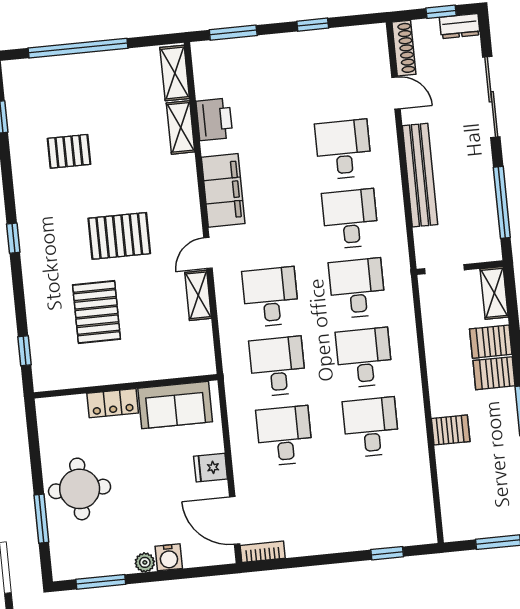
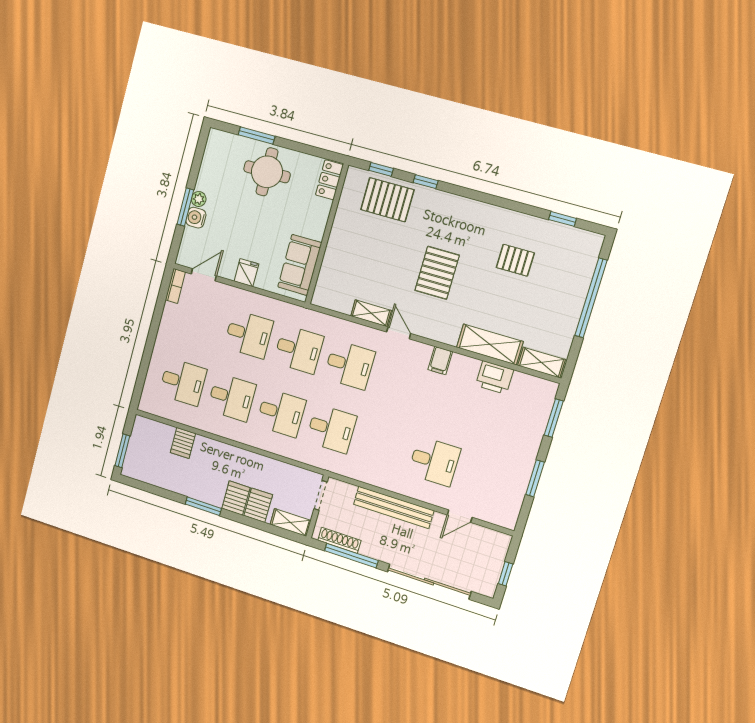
window: (313, 25) -> (535, 478), width x1.50
dresser: (460, 26) -> (490, 582), removed
shoe rack: (404, 48) -> (339, 540), moved, turned 180
sliding door: (491, 97) -> (429, 582), width x1.36
shelving: (181, 127) -> (490, 344), width x1.50, depth x1.33
pallet: (69, 151) -> (515, 260), turned 90
filing cabinet: (223, 190) -> (440, 361), width x0.33, depth x0.86
desk: (350, 219) -> (183, 382), moved
window: (13, 238) -> (426, 182), moved
pallet: (97, 312) -> (387, 200), moved
locker: (113, 403) -> (329, 180), moved
server rack: (451, 430) -> (183, 443), moved
door: (235, 520) -> (204, 275), width x0.73
window: (387, 553) -> (143, 372), removed
window: (101, 582) -> (185, 207), moved

